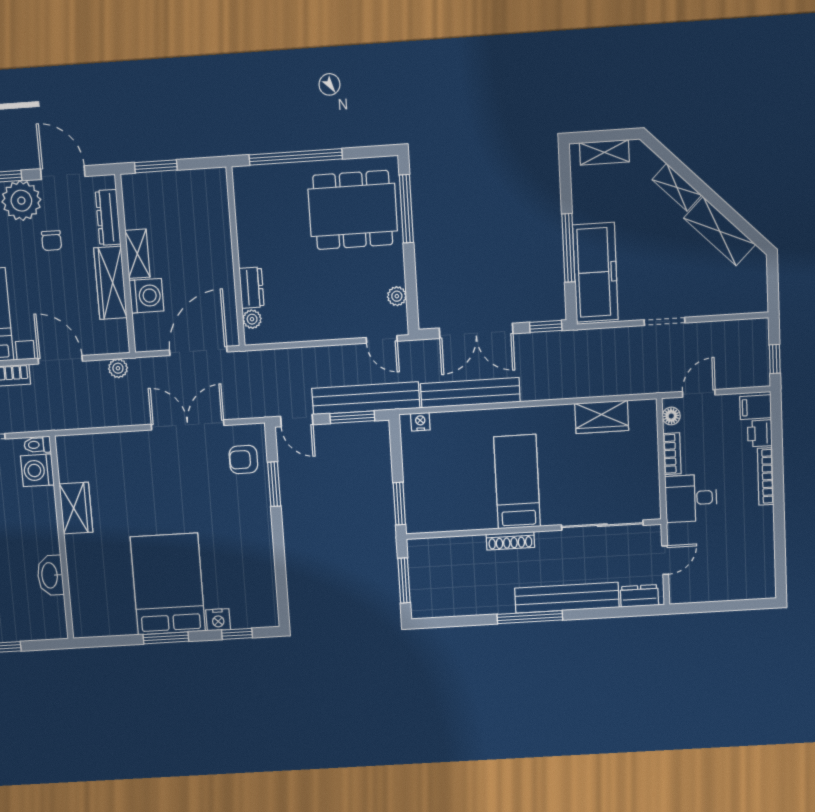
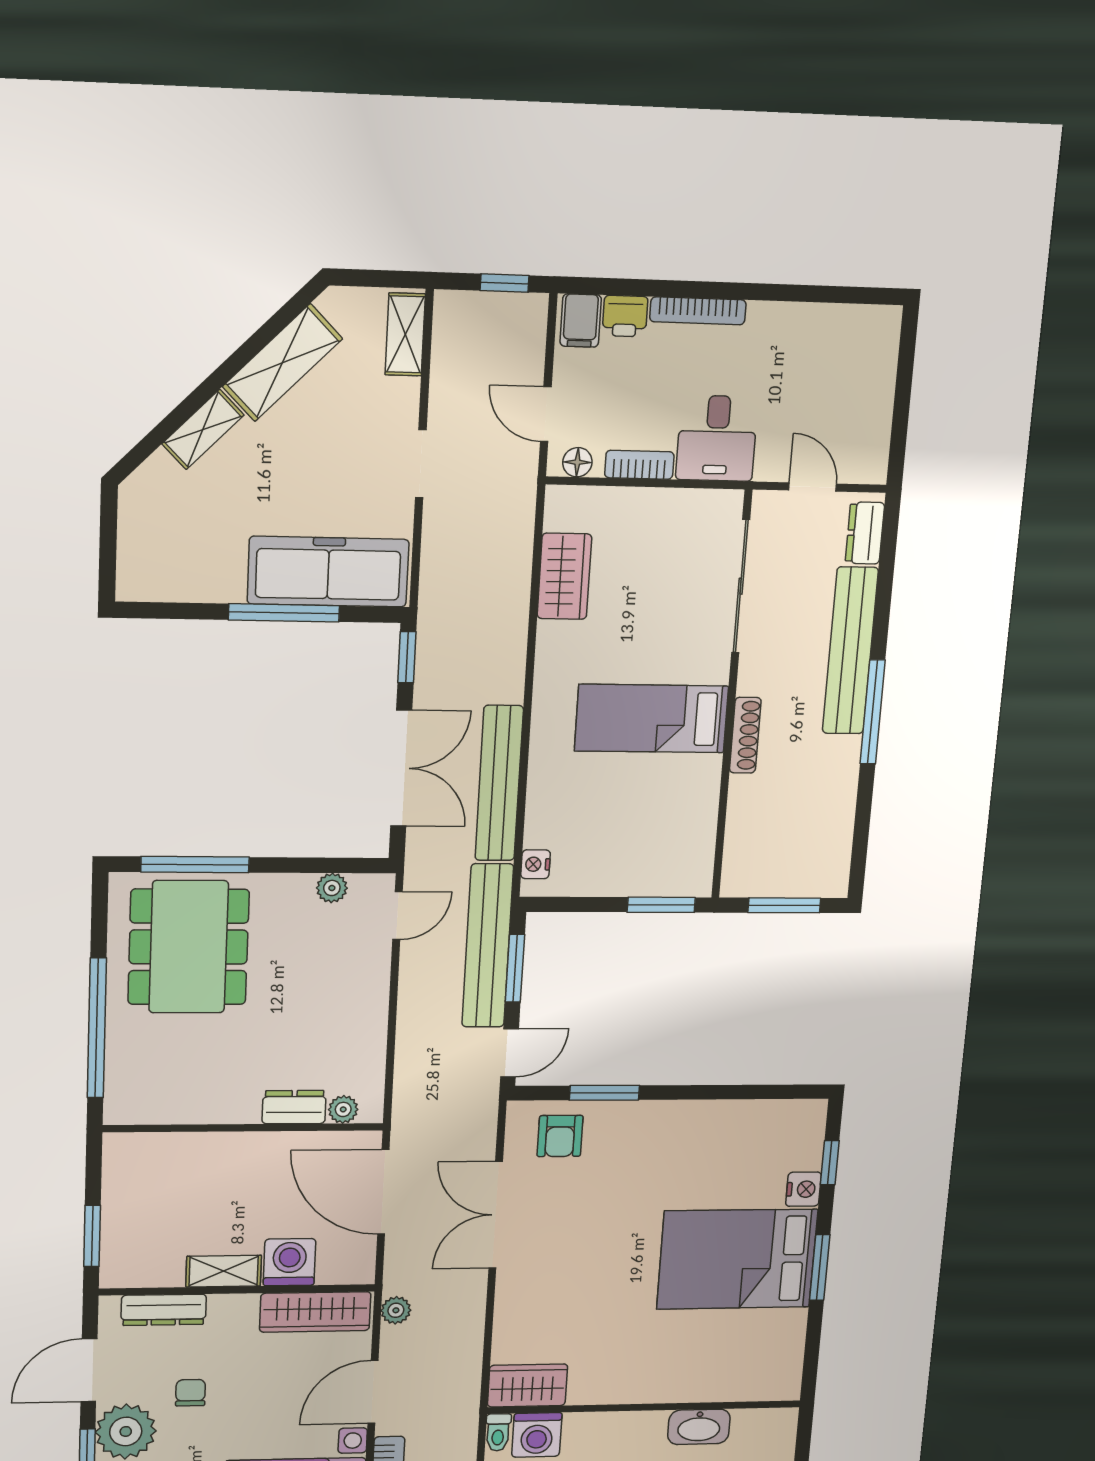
shelving: (604, 152) -> (405, 334), moved
chair: (52, 241) -> (191, 1393), turned -90
wardrobe: (110, 283) -> (315, 1312), moved
wardrobe: (76, 508) -> (528, 1385), moved

